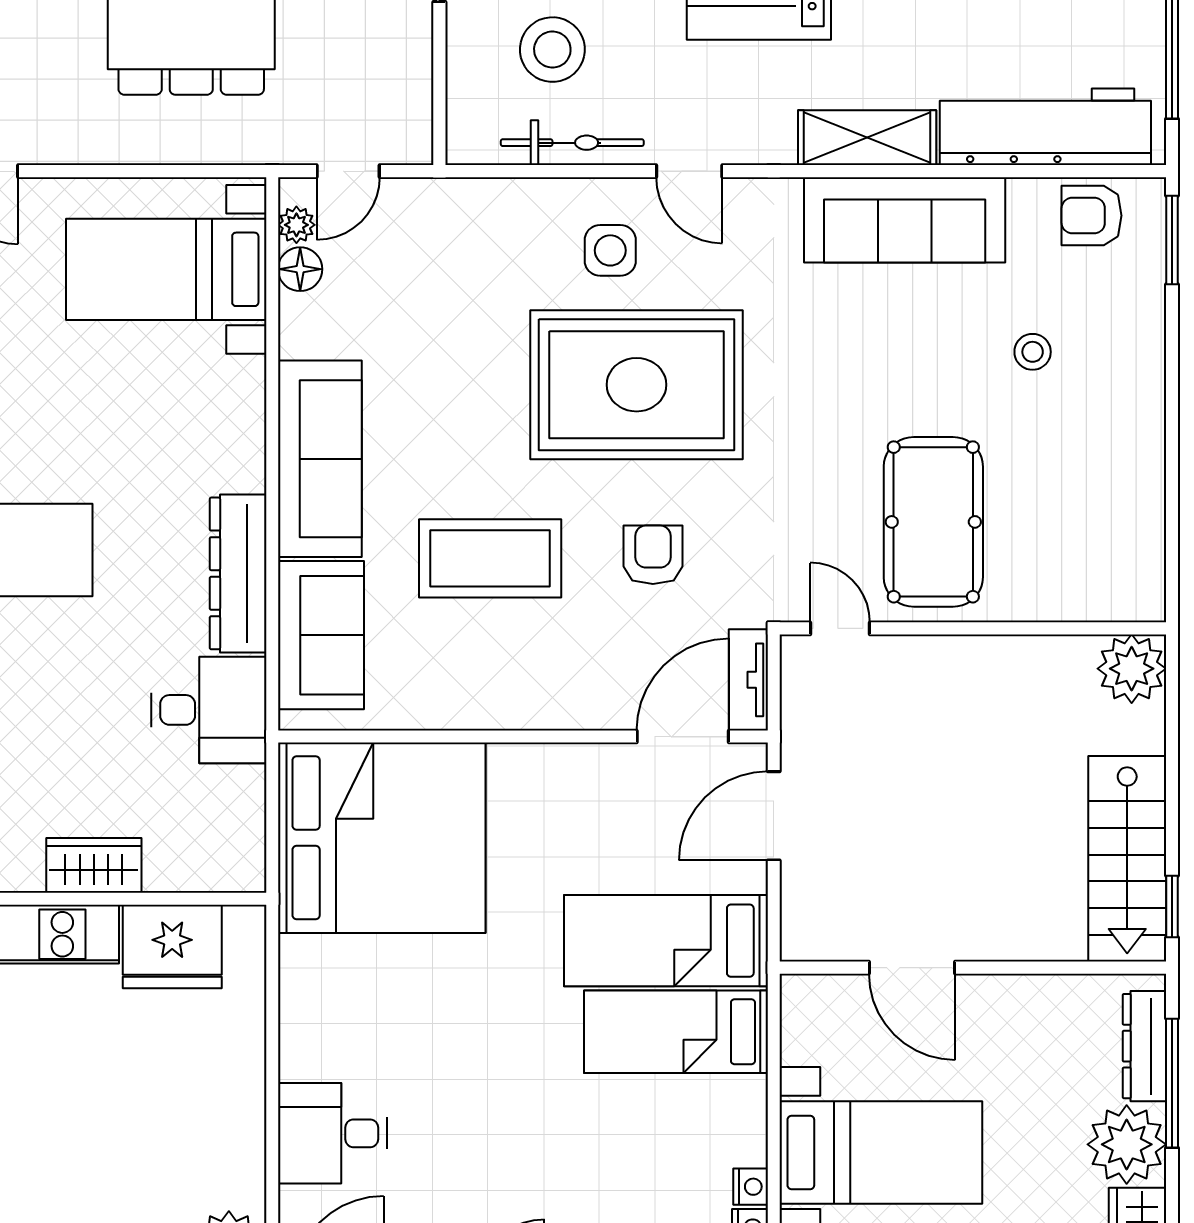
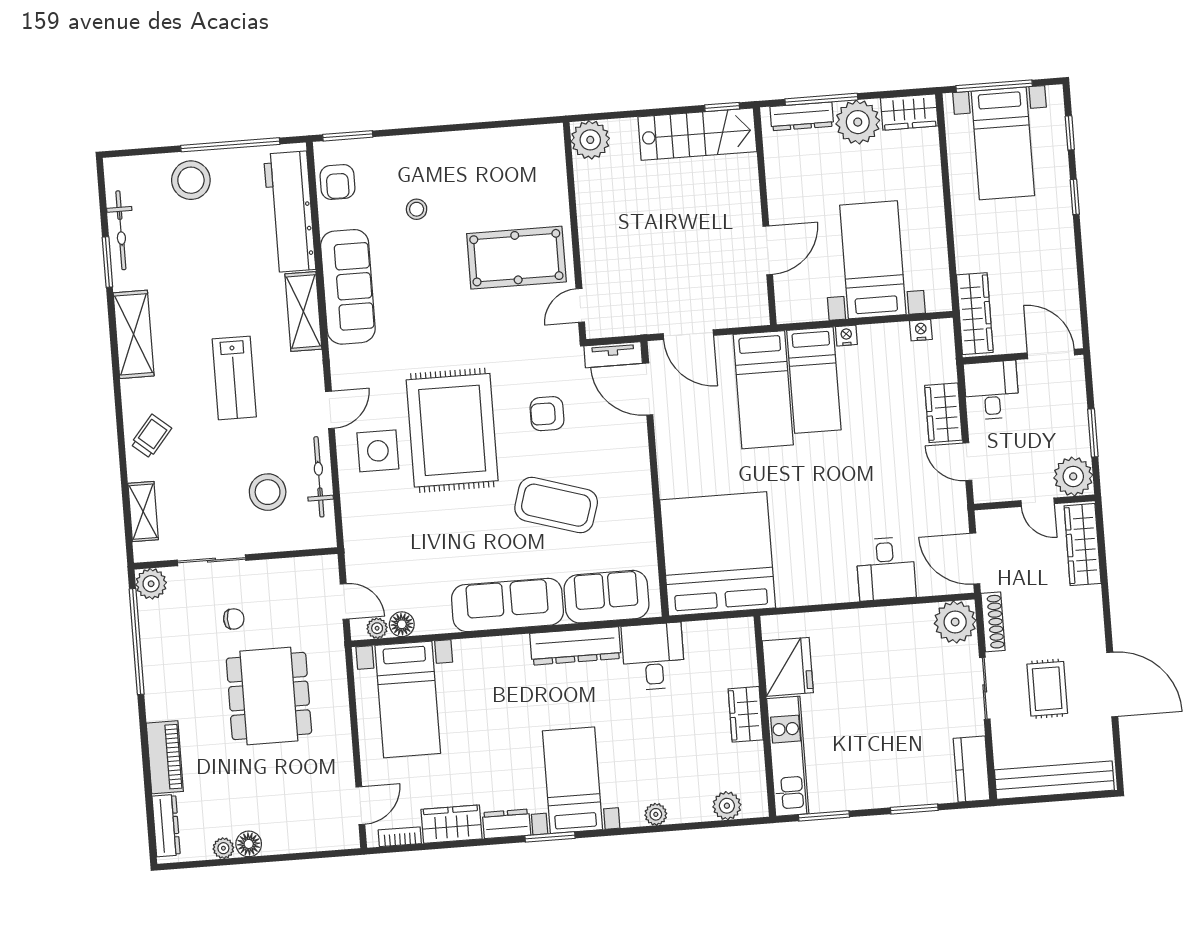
side table: (610, 250) -> (378, 451), width x1.37, depth x1.37
coffee table: (490, 558) -> (556, 505), turned -73
nightstand: (751, 1187) -> (846, 336), moved

